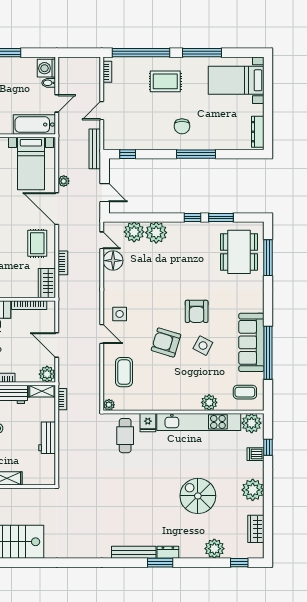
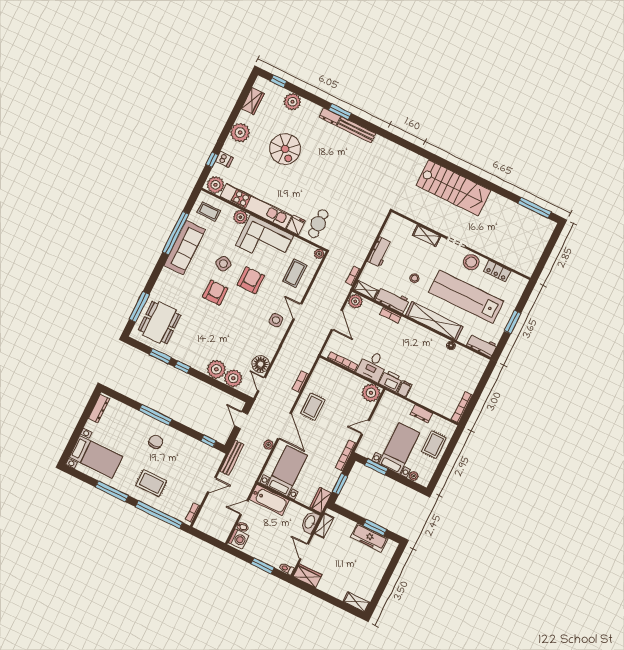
wardrobe: (47, 283) -> (321, 372), removed
armchair: (166, 342) -> (251, 280), turned -107
corner sofa: (172, 391) -> (265, 240), added

